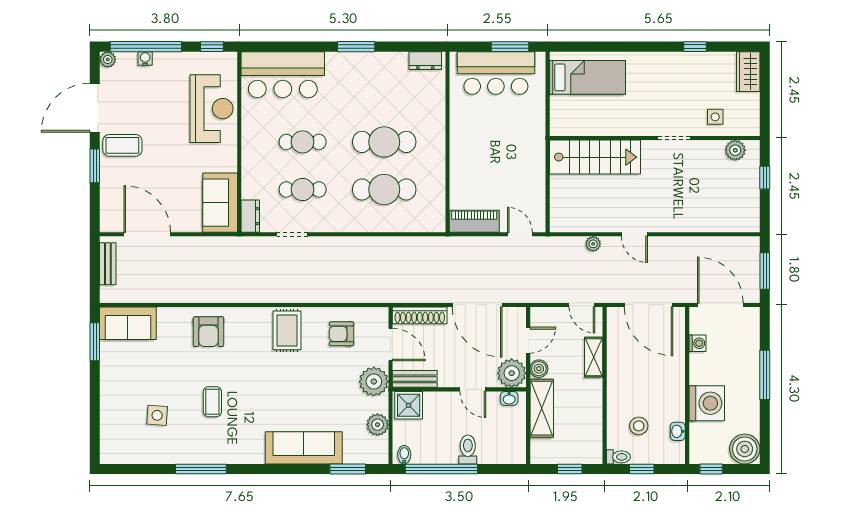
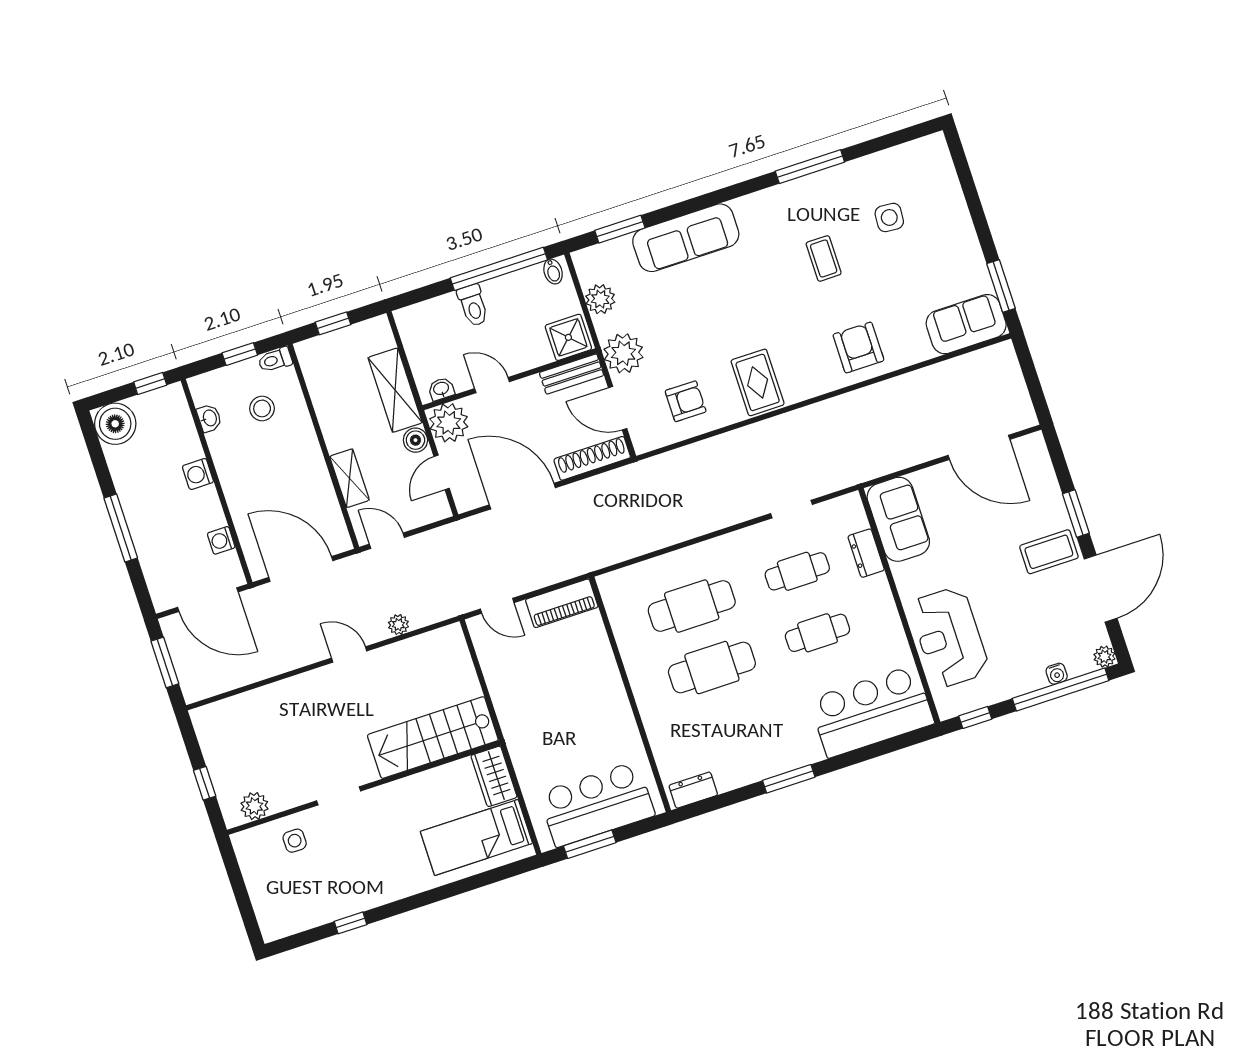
wardrobe: (748, 72) -> (494, 776), moved, turned 180
dresser: (250, 216) -> (866, 553), moved
bench: (108, 264) -> (1018, 393), removed
washing machine: (707, 403) -> (198, 474), width x0.53, depth x0.53

